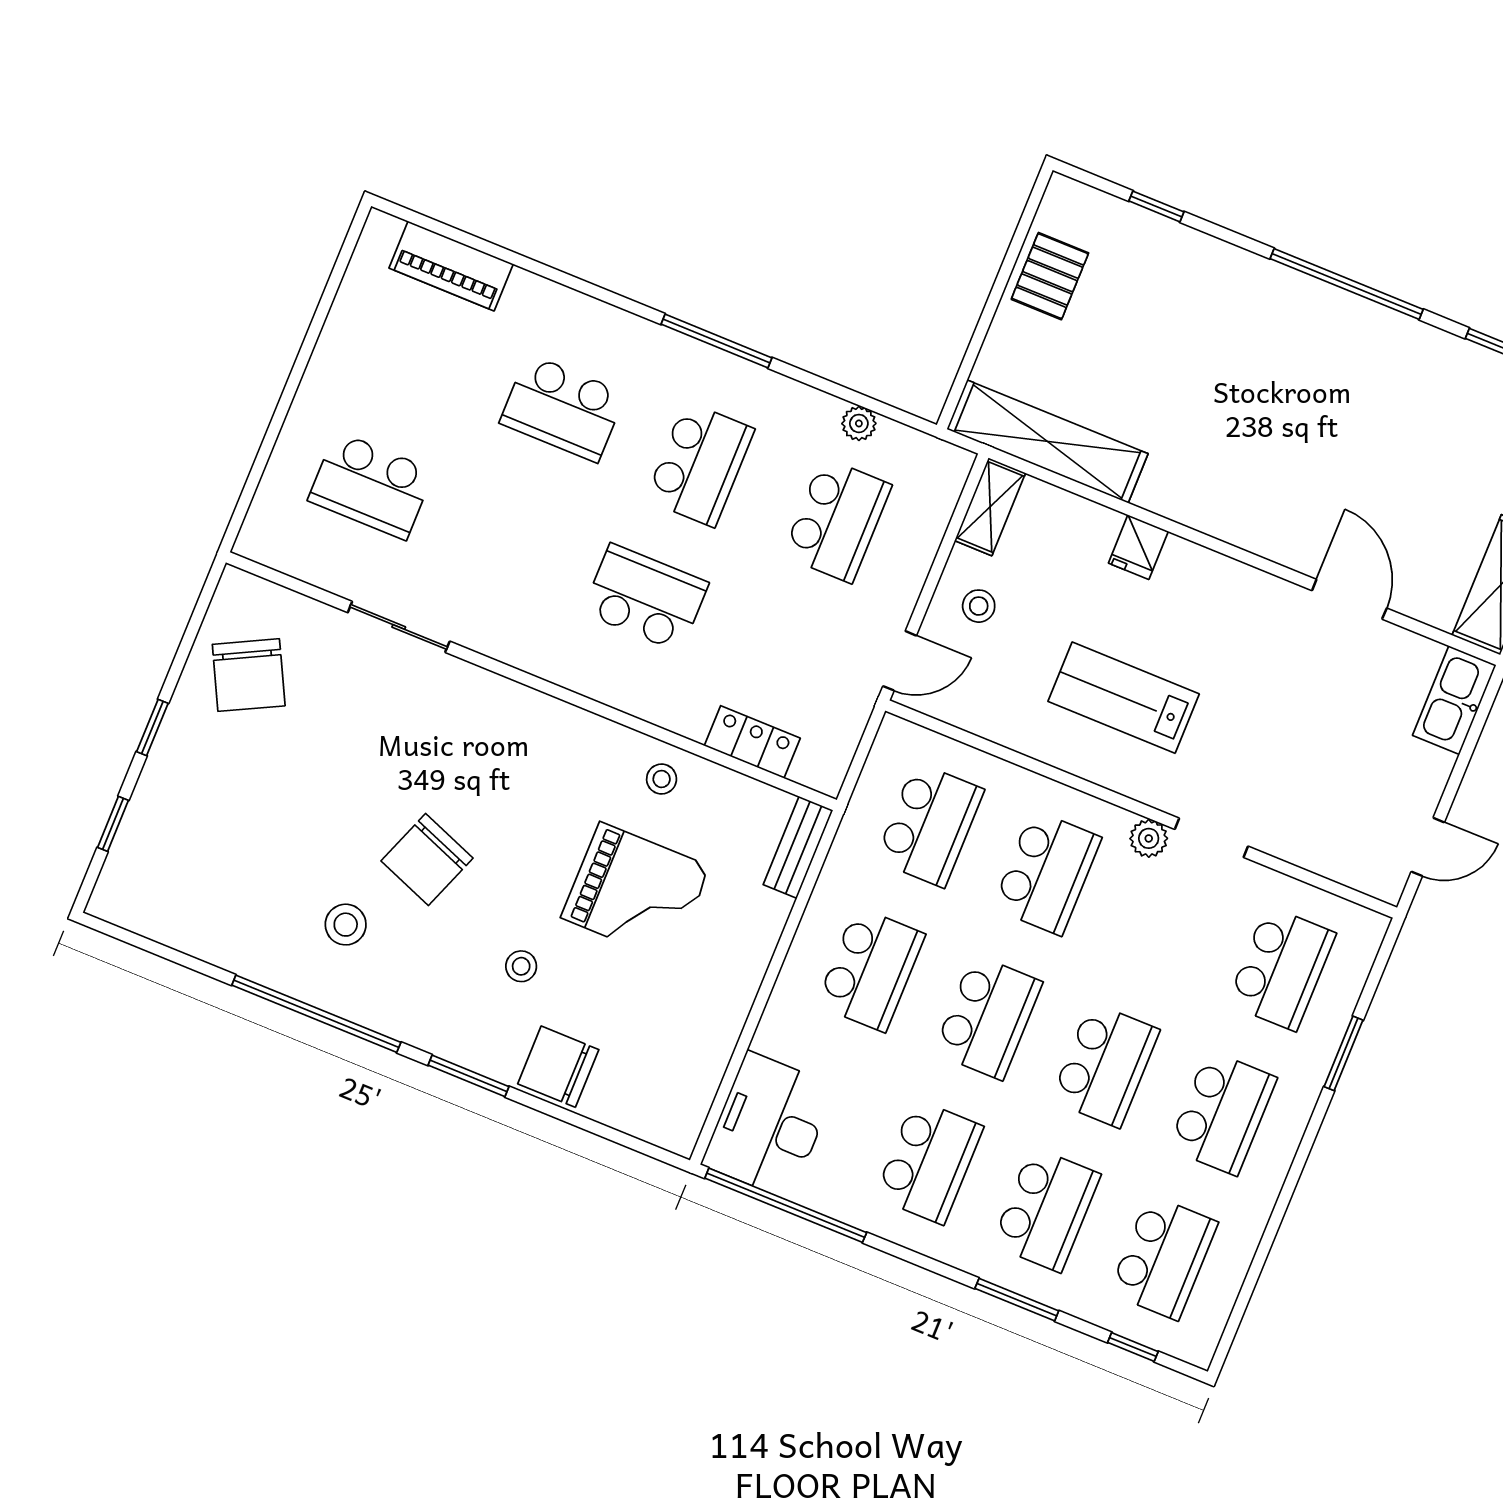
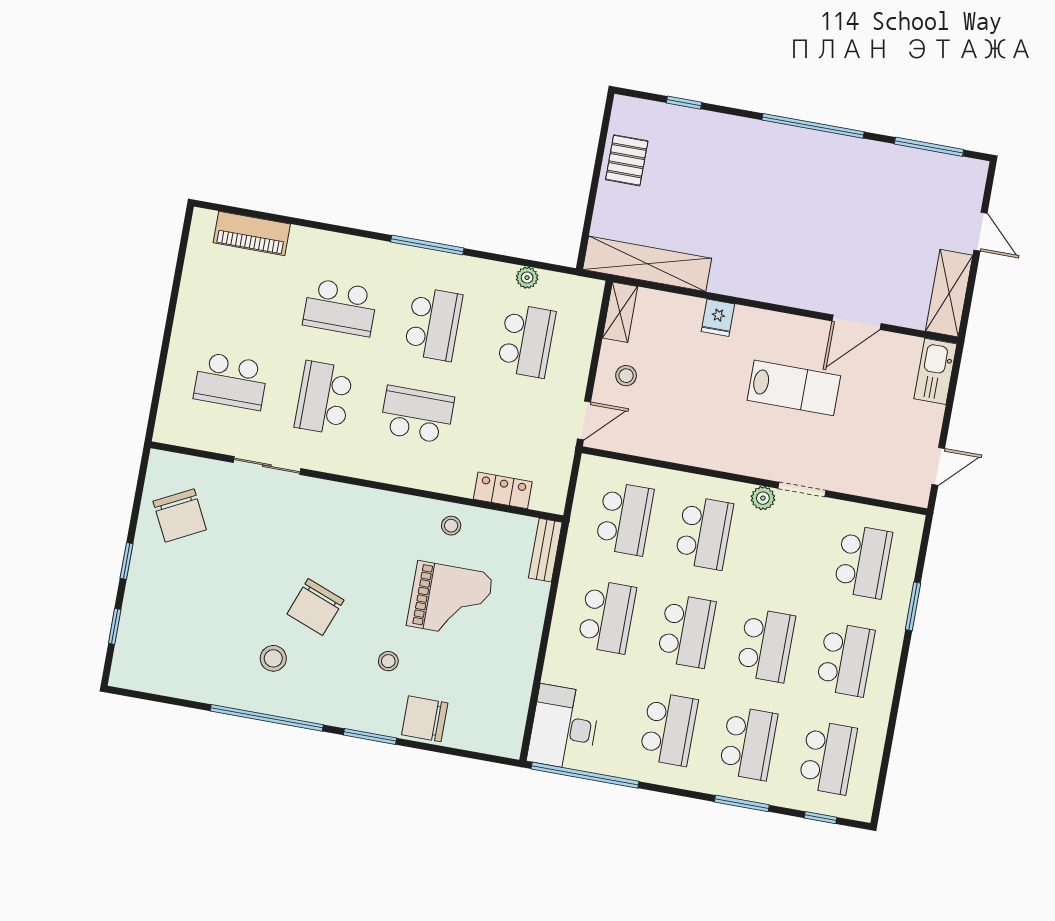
school desk: (508, 542) -> (324, 398), added
door: (1349, 599) -> (856, 322), swing flipped
lab bench: (1124, 698) -> (794, 388), moved, turned 180

